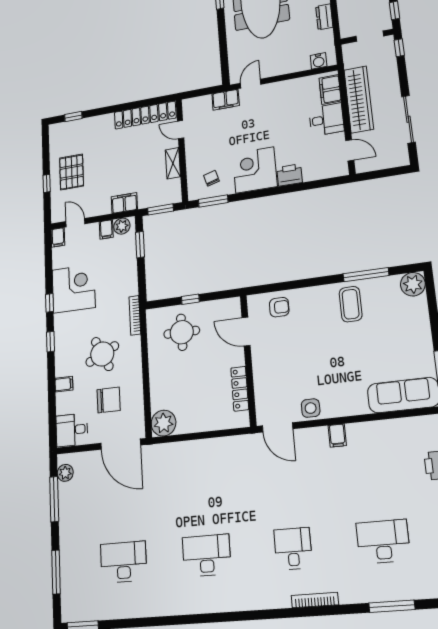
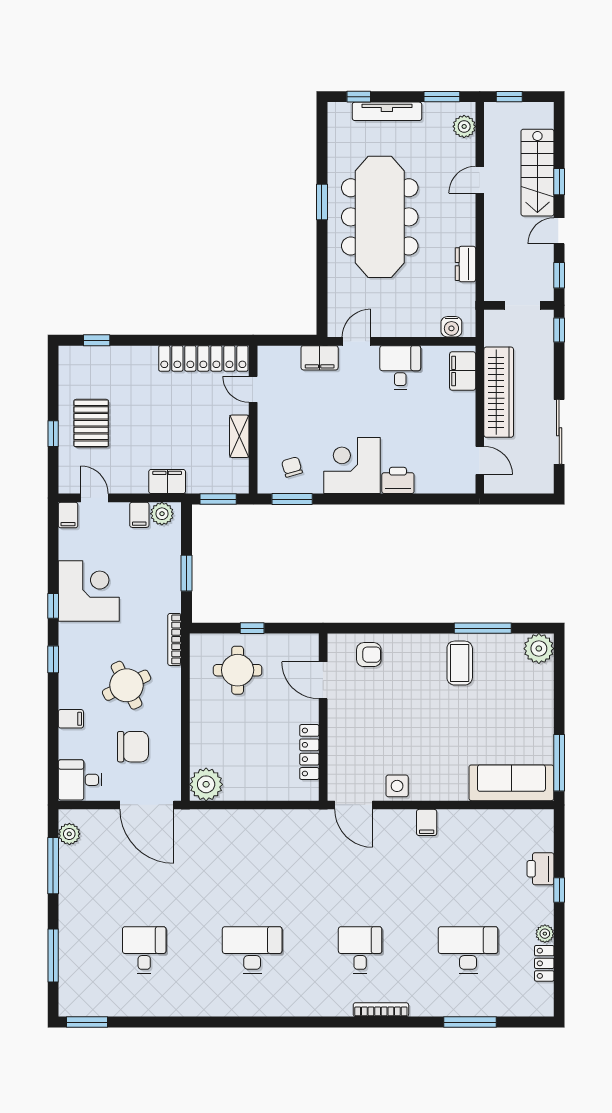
desk: (326, 120) -> (400, 367), moved, turned -90
window: (140, 245) -> (186, 573), moved
desk: (124, 562) -> (144, 950), width x0.73

